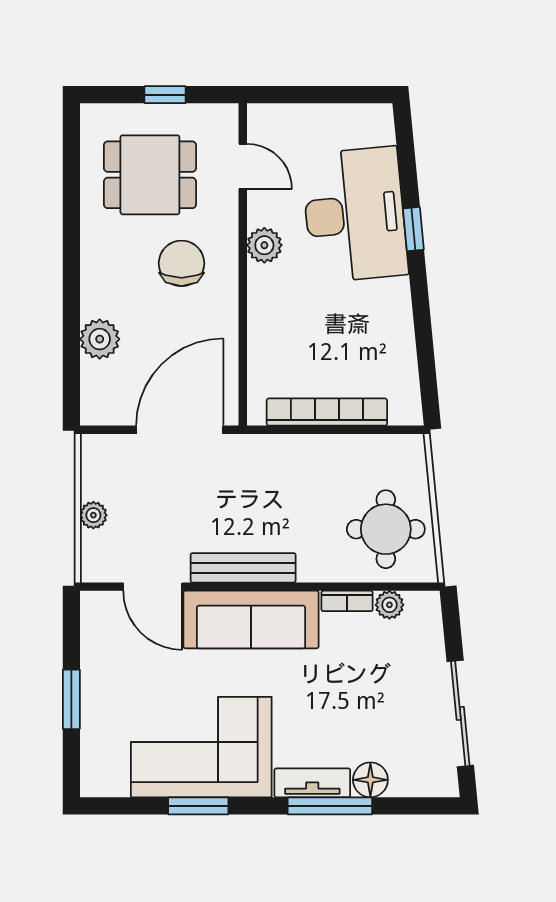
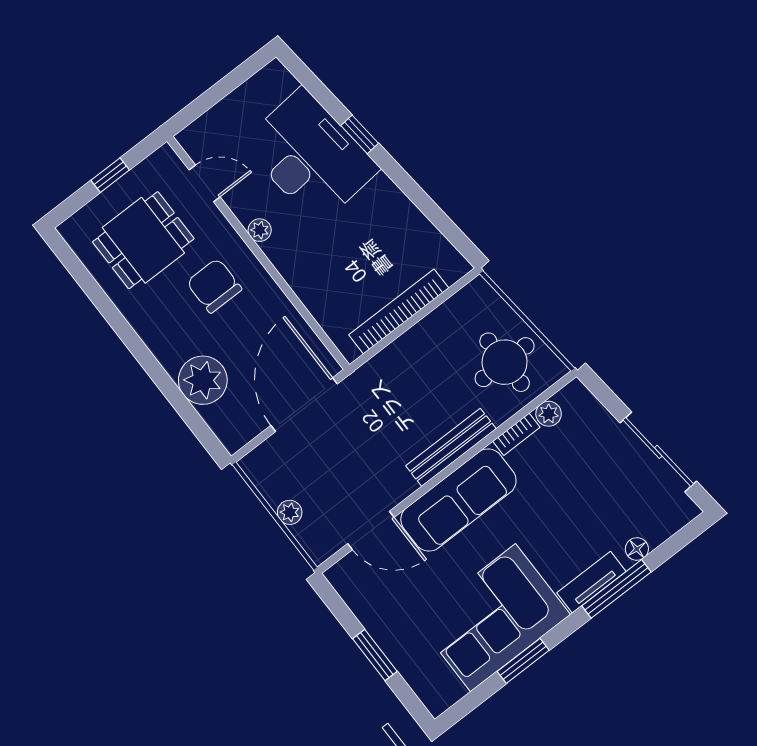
plant: (264, 245) -> (260, 230), width x0.73, depth x0.73
plant: (100, 339) -> (203, 380), width x1.36, depth x1.36
bench: (243, 568) -> (451, 447), moved
floor lamp: (370, 780) -> (637, 549), width x0.73, depth x0.73

